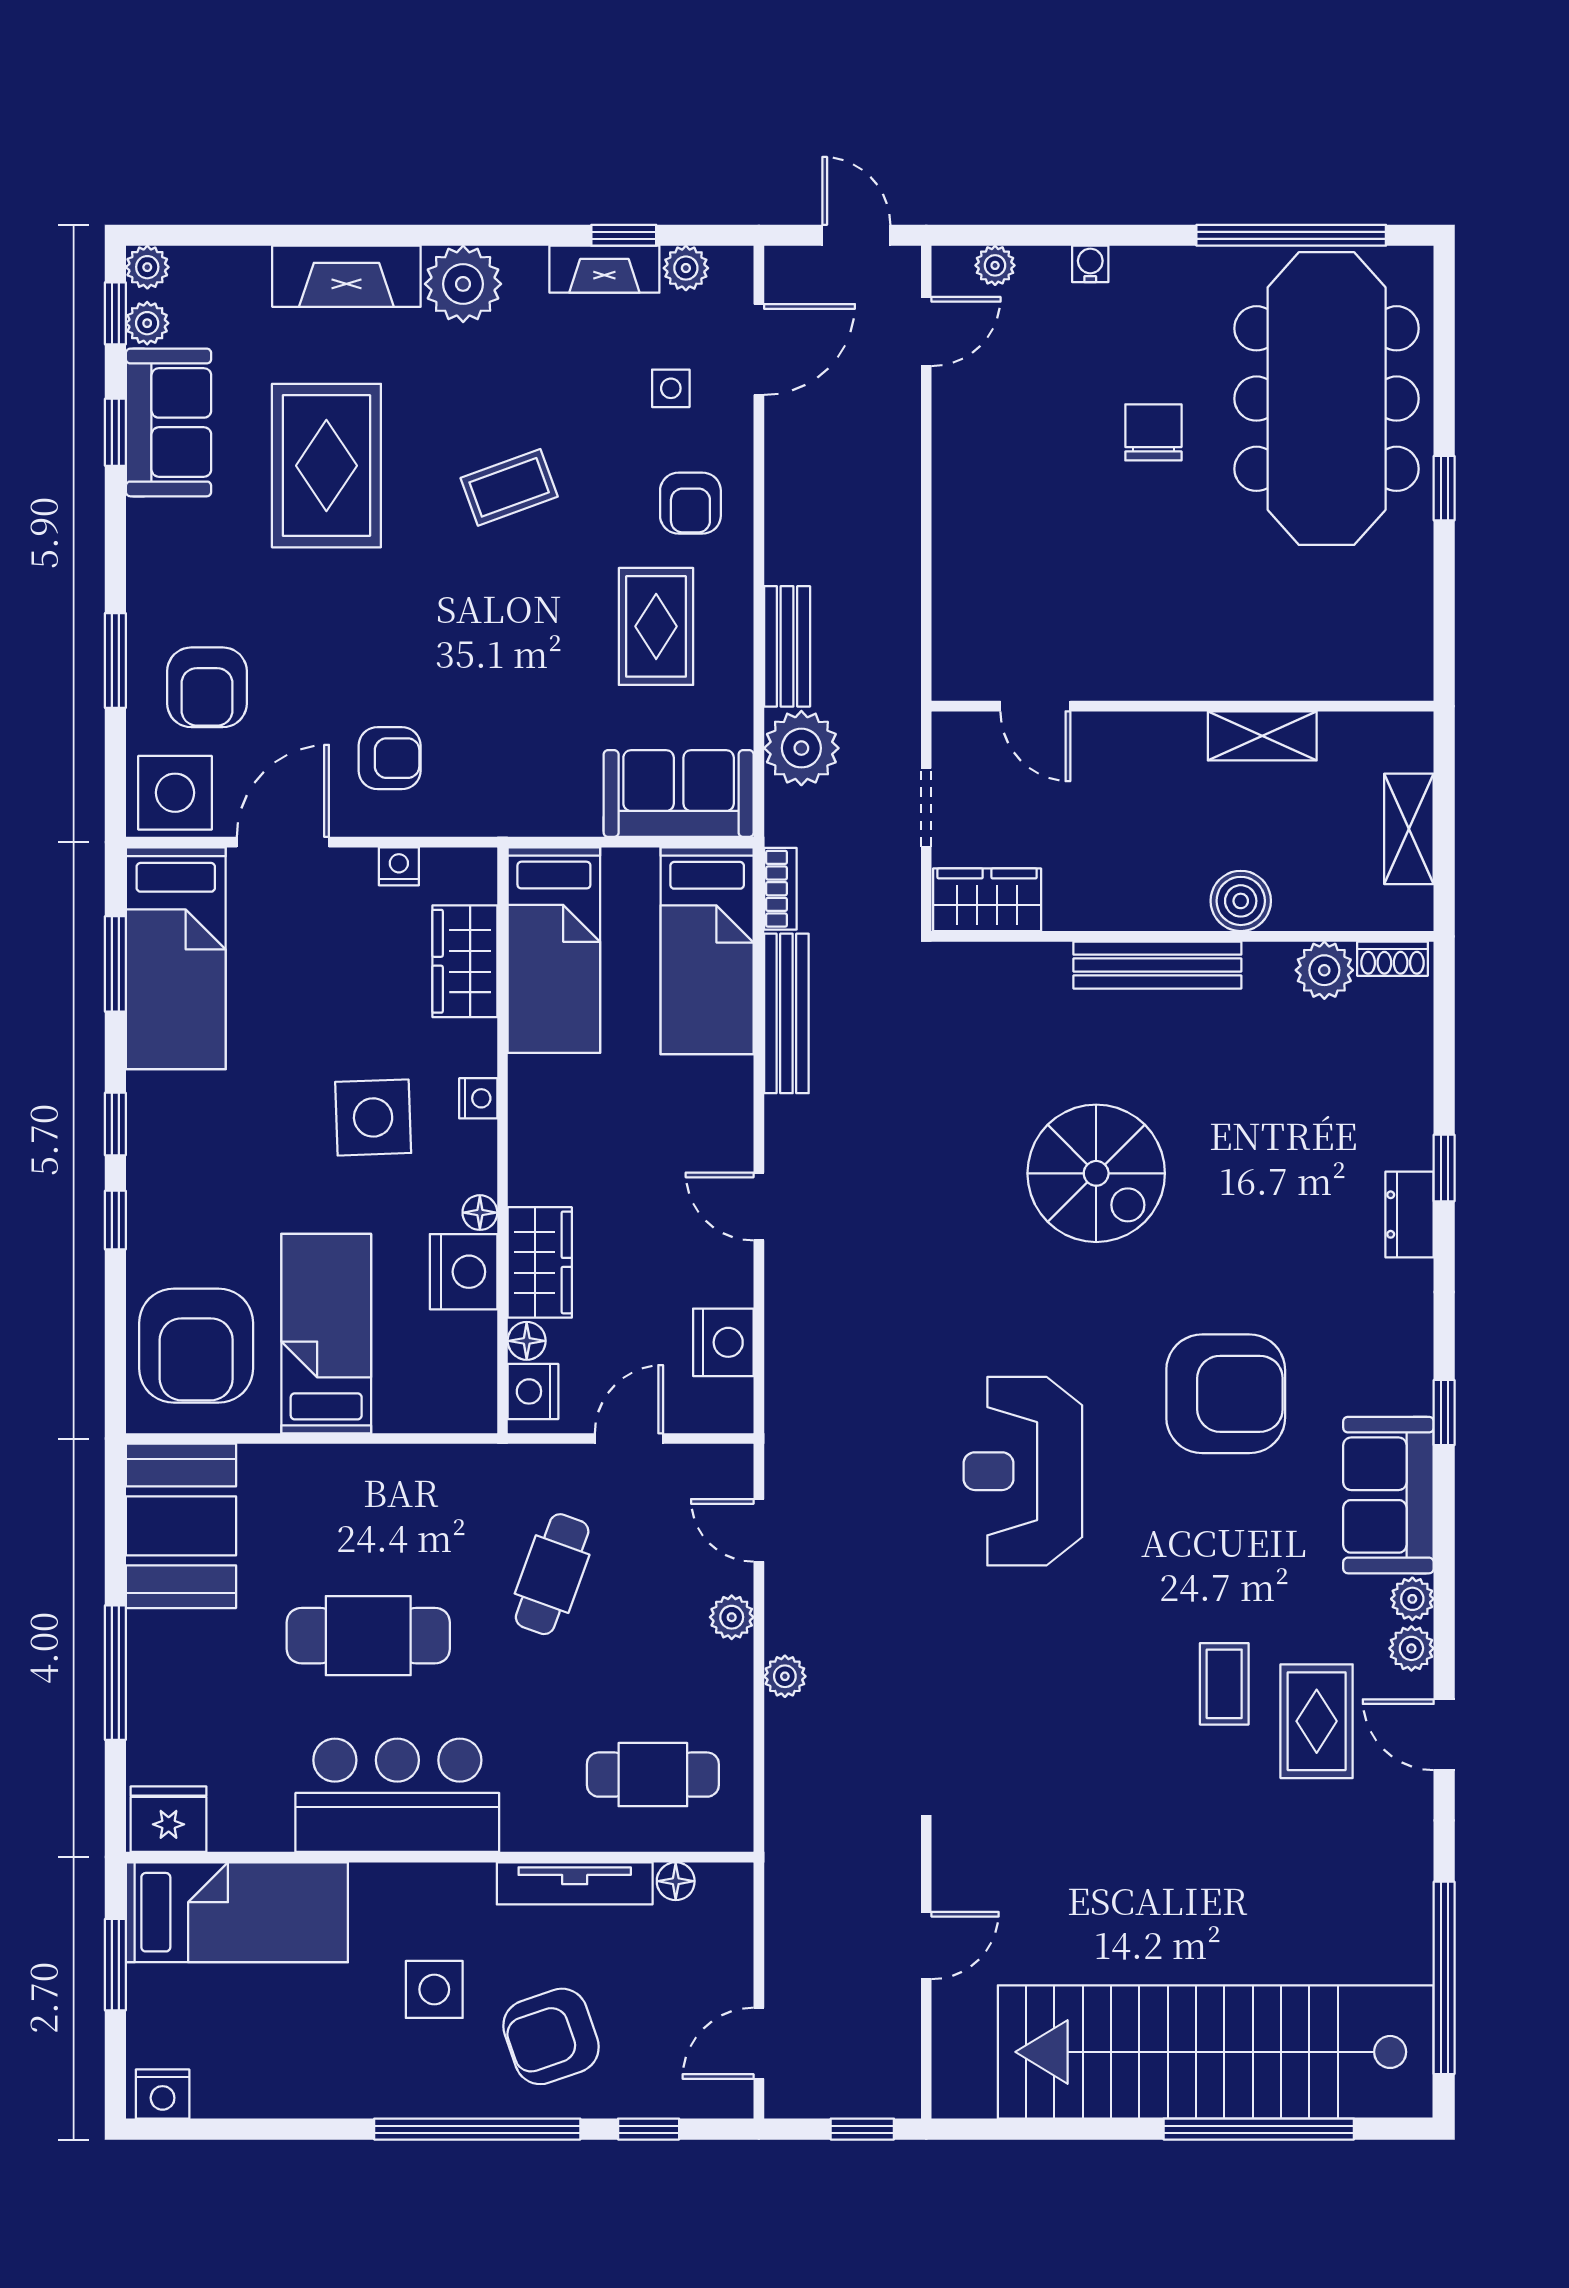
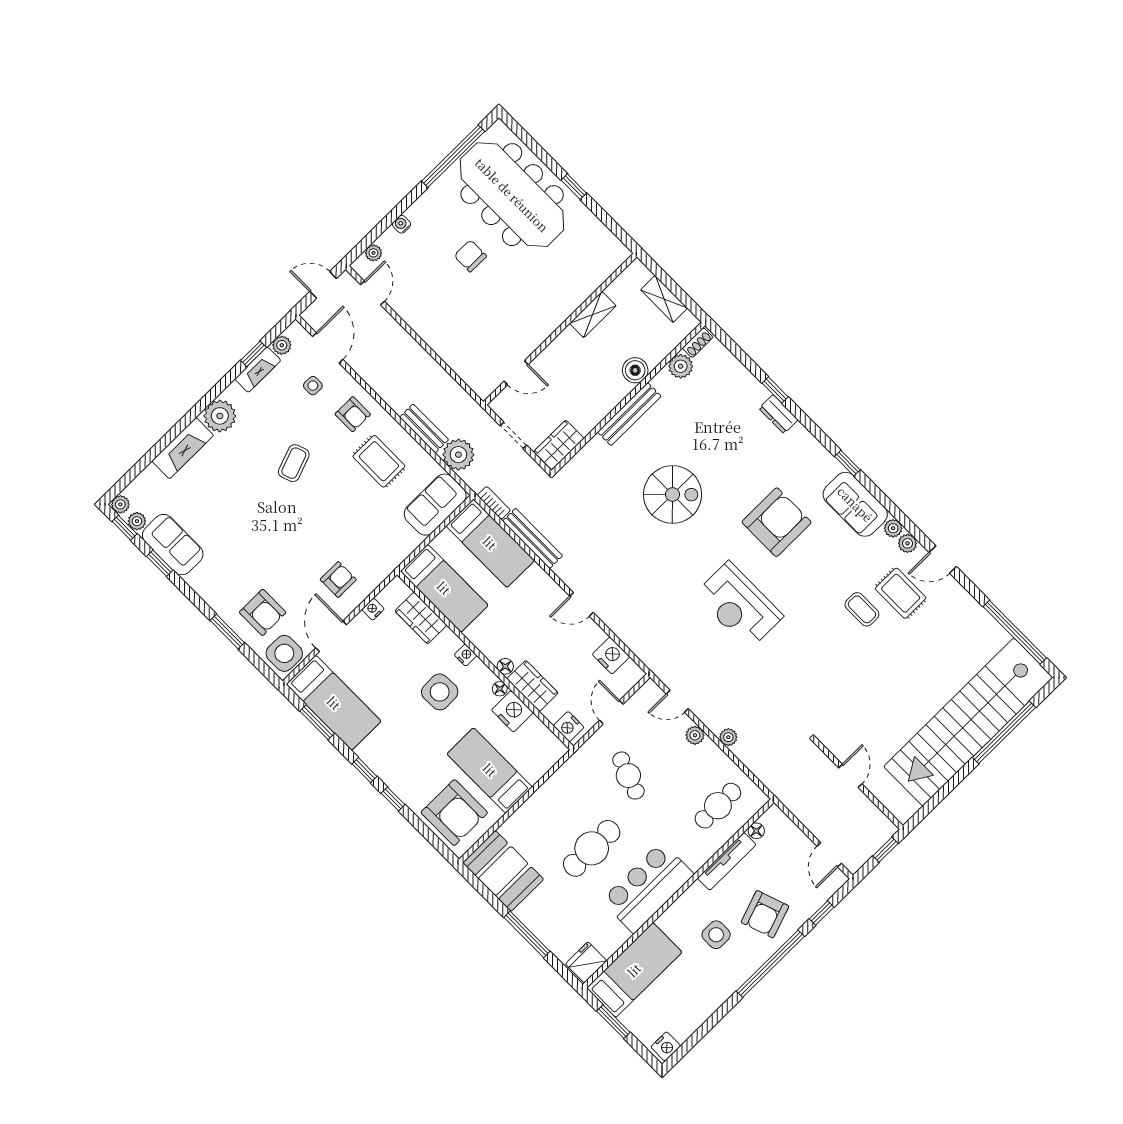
rug: (326, 466) -> (233, 511), removed
floor lamp: (527, 1341) -> (505, 666), moved

